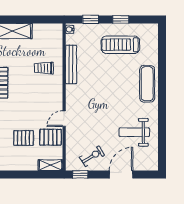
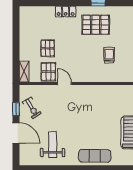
bench: (71, 64) -> (112, 90), removed
trolley: (44, 68) -> (109, 55), moved
window: (80, 174) -> (16, 109), moved

